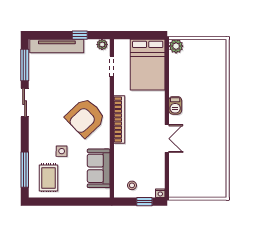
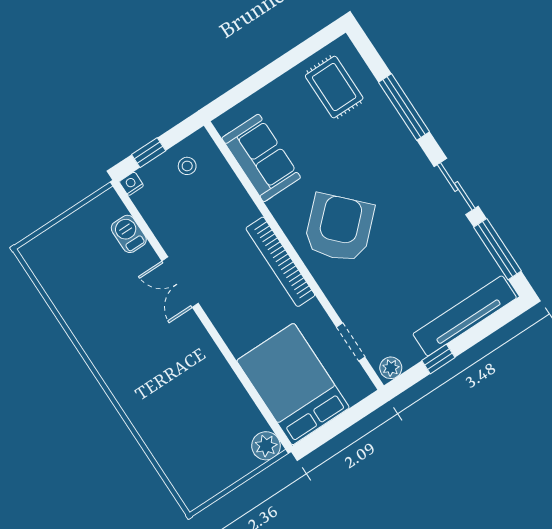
barbecue: (175, 105) -> (129, 234), moved
side table: (62, 151) -> (342, 146), removed
window: (25, 170) -> (404, 107), moved

